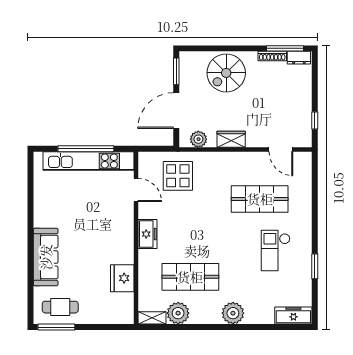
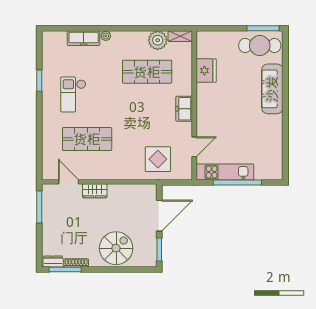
window: (315, 120) -> (39, 207), width x2.17
plant: (198, 139) -> (140, 191), removed
wardrobe: (231, 139) -> (95, 191), moved
kitchen unit: (88, 161) -> (225, 172), width x0.73
door: (136, 190) -> (194, 147), swing flipped
checkout: (276, 251) -> (73, 94), turned 180
cafe table: (60, 307) -> (260, 45), width x1.37, depth x1.35
plant: (233, 313) -> (106, 36), width x0.53, depth x0.53
freezer: (293, 316) -> (84, 38), moved

